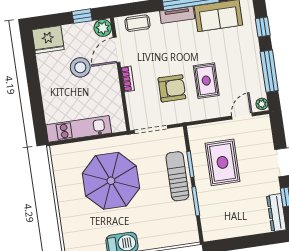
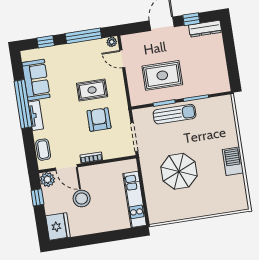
sun lounger: (177, 176) -> (175, 114), turned 180
parasol: (111, 181) -> (179, 171), width x0.73, depth x0.73

